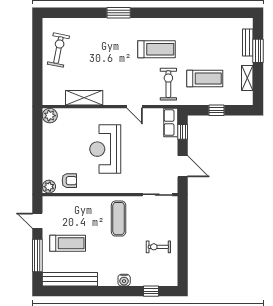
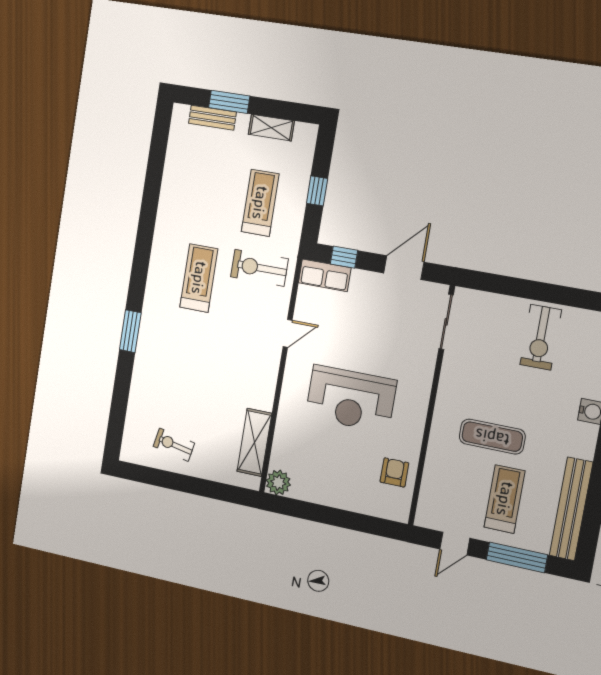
exercise bike: (58, 50) -> (174, 445), width x0.73, depth x0.72
shelving: (84, 98) -> (254, 442), moved
plant: (49, 187) -> (399, 510), removed
exercise mat: (119, 219) -> (492, 437), moved
exercise bike: (158, 247) -> (541, 337), width x1.38, depth x1.39

